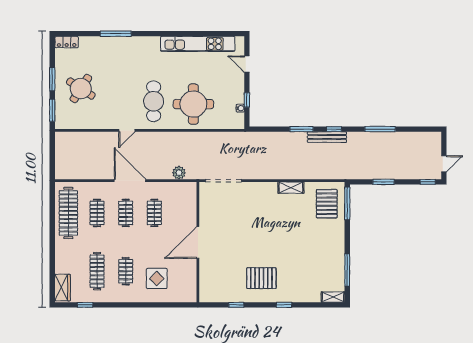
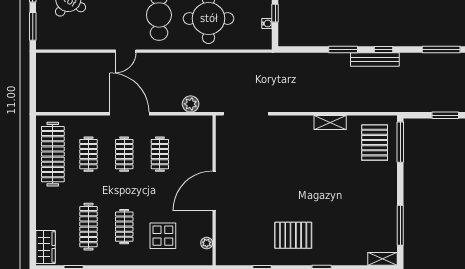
plant: (192, 284) -> (207, 243), added

